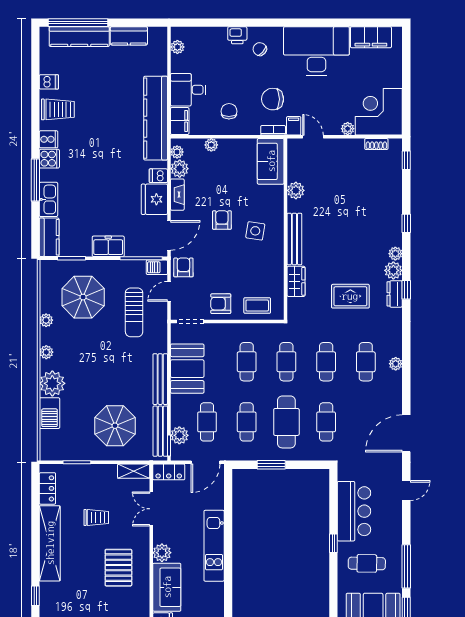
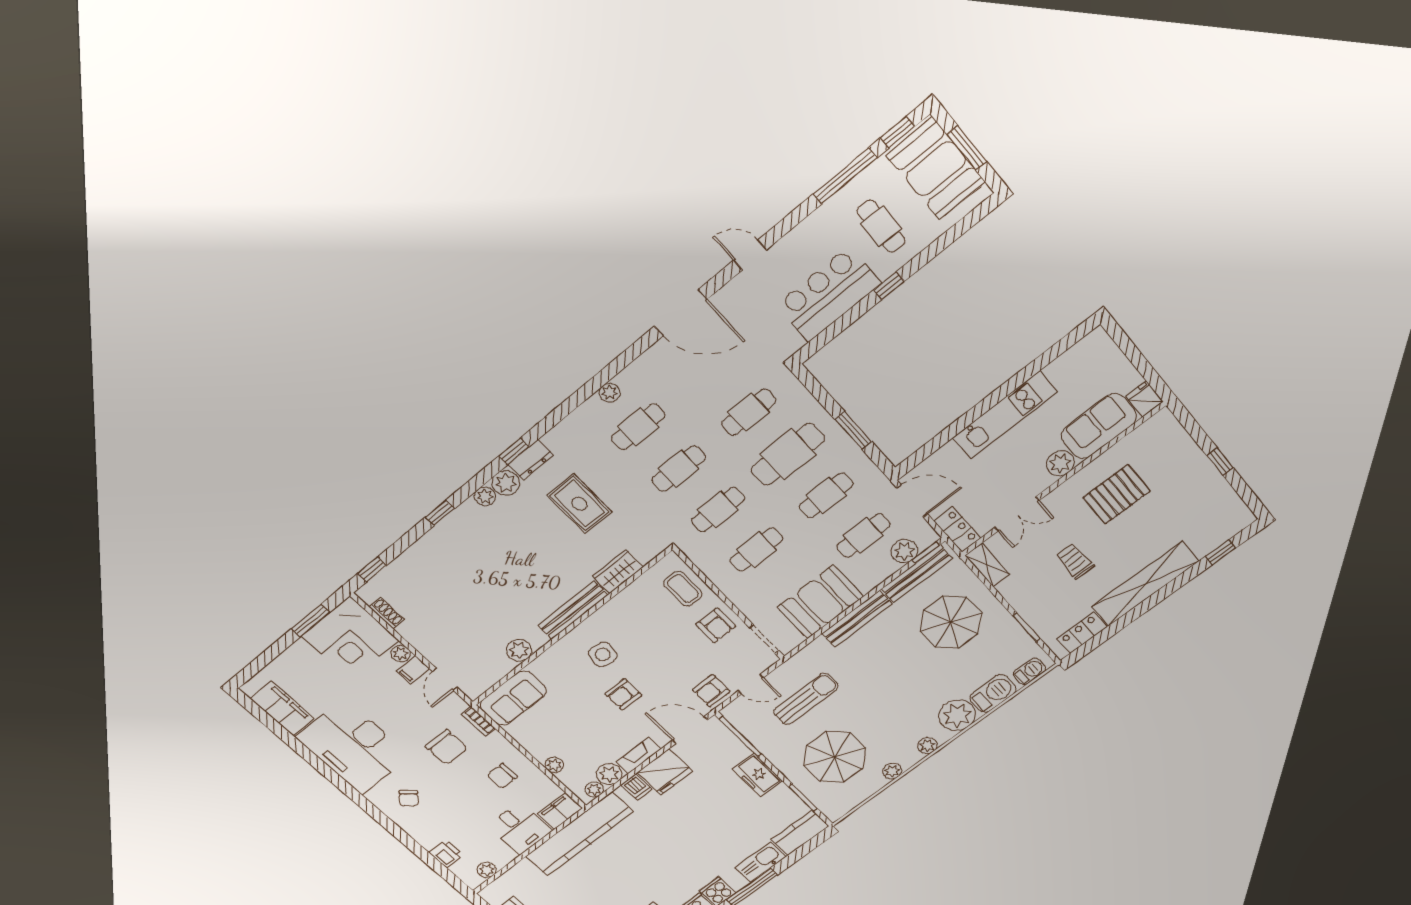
printer: (237, 35) -> (446, 854), moved
window: (406, 102) -> (311, 620), added
filing cabinet: (294, 126) -> (413, 670), moved
barbecue: (157, 267) -> (1030, 671), moved, turned -90

